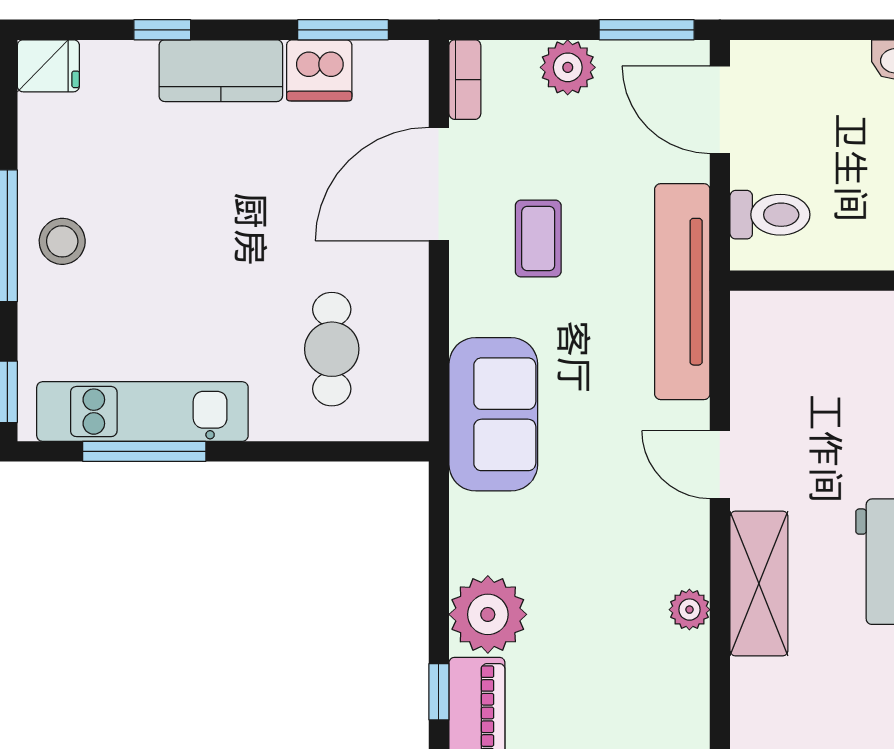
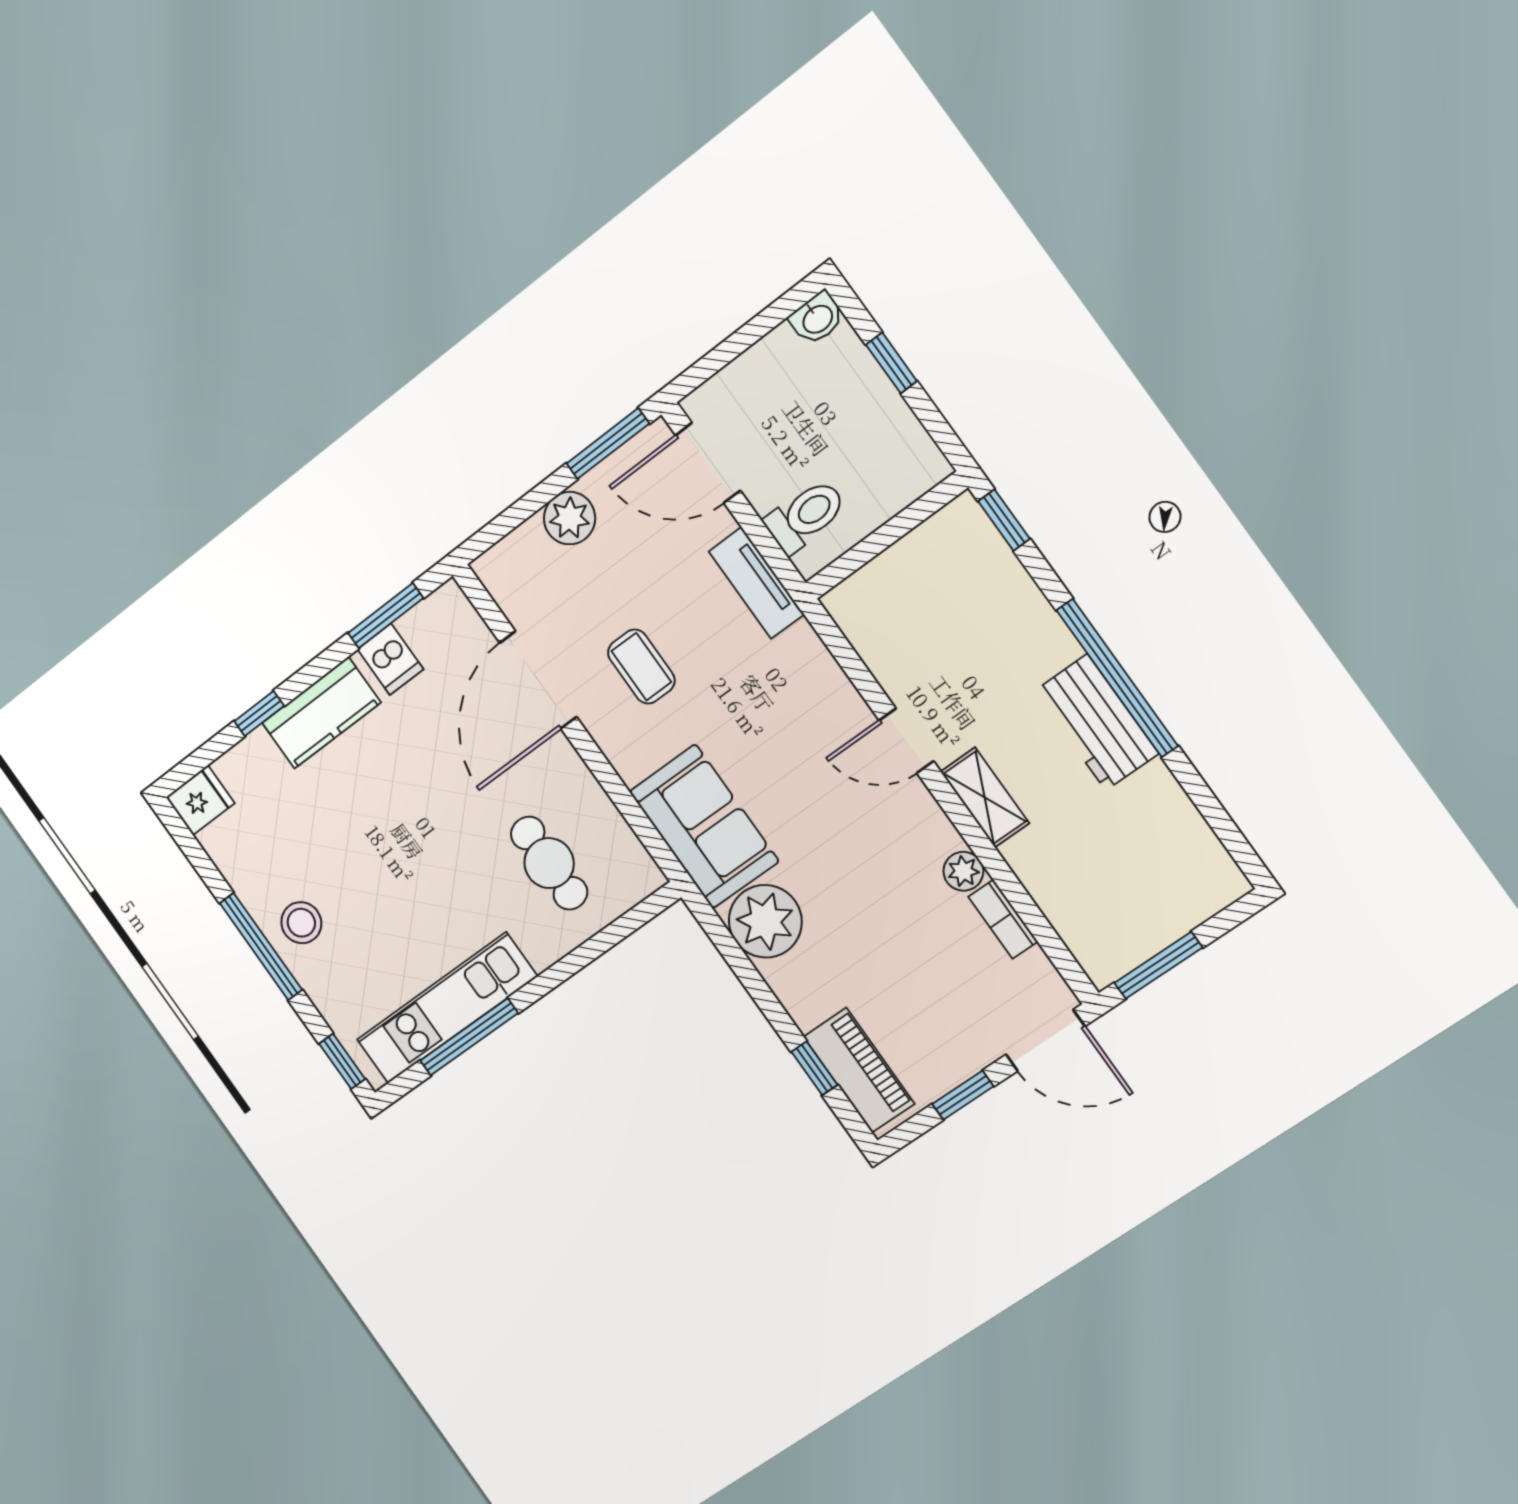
dishwasher: (319, 70) -> (390, 659), width x0.73
bookcase: (465, 80) -> (1003, 919), moved, turned 180
tv unit: (682, 292) -> (756, 583), width x0.52, depth x0.78
shelving: (759, 583) -> (985, 797), width x0.67, depth x0.75
plant: (488, 614) -> (765, 921), moved

